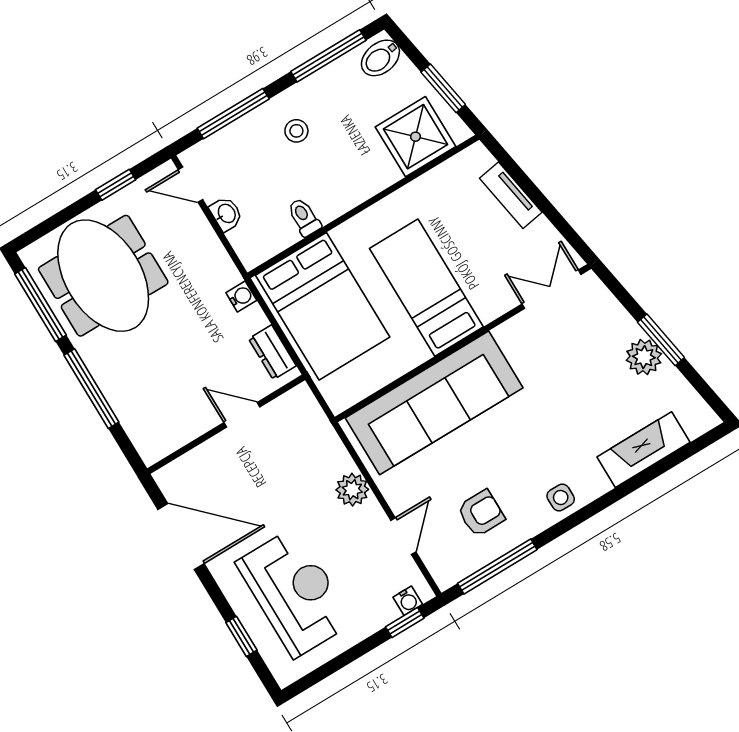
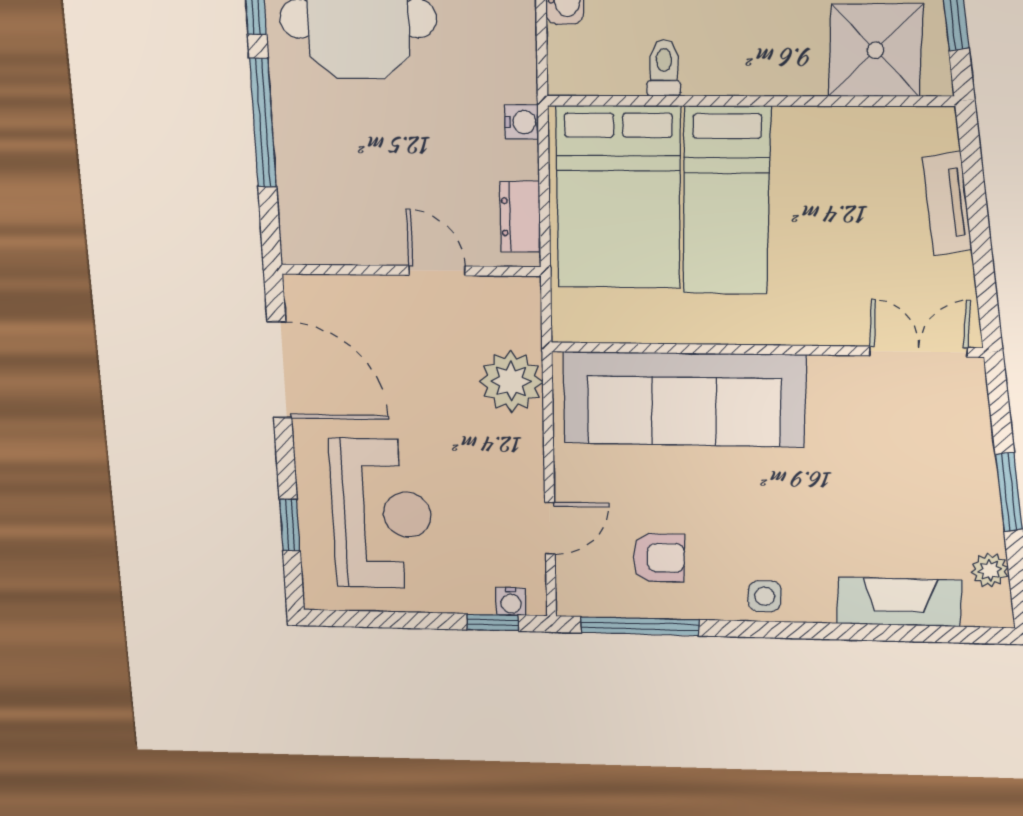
bed: (426, 288) -> (726, 201), moved, turned 180
plant: (644, 357) -> (990, 570), moved, width x0.73, depth x0.73
plant: (352, 490) -> (511, 381), moved, width x1.36, depth x1.36

